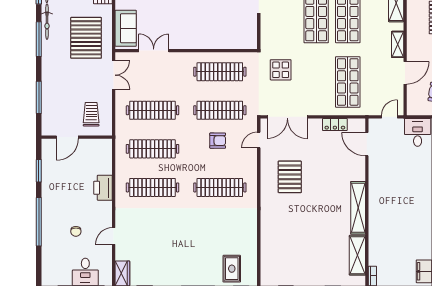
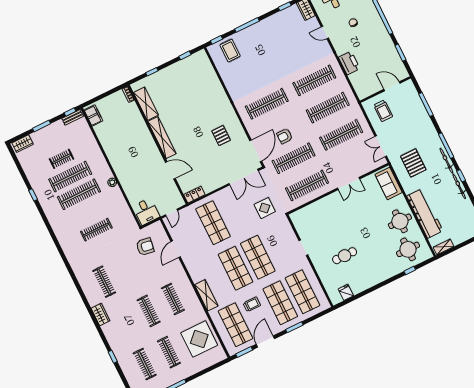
pallet: (86, 38) -> (413, 163), width x0.73, depth x0.71
shelving: (398, 44) -> (191, 267), removed
double door: (154, 51) -> (349, 184), moved
double door: (287, 117) -> (244, 177), swing flipped
locker: (335, 125) -> (194, 195), moved
door: (67, 137) -> (392, 86), hinge flipped
door: (259, 140) -> (256, 151), width x1.88
door: (367, 144) -> (170, 170), moved
pallet: (290, 177) -> (221, 136), width x0.67, depth x0.71
door: (114, 236) -> (325, 33), swing flipped

